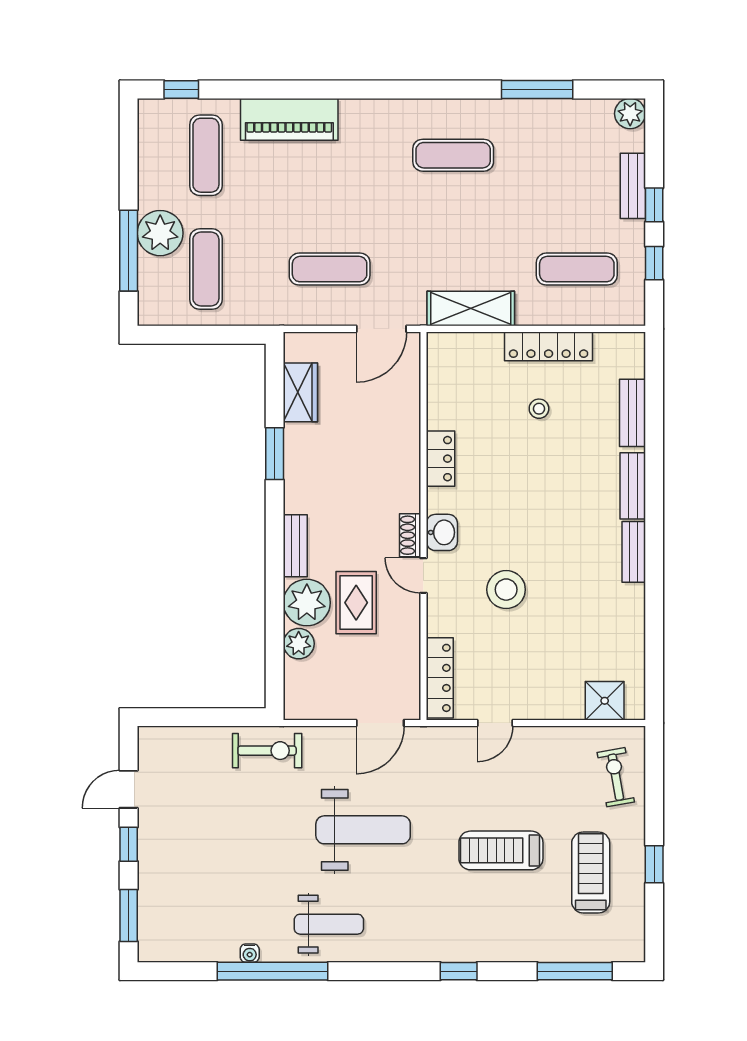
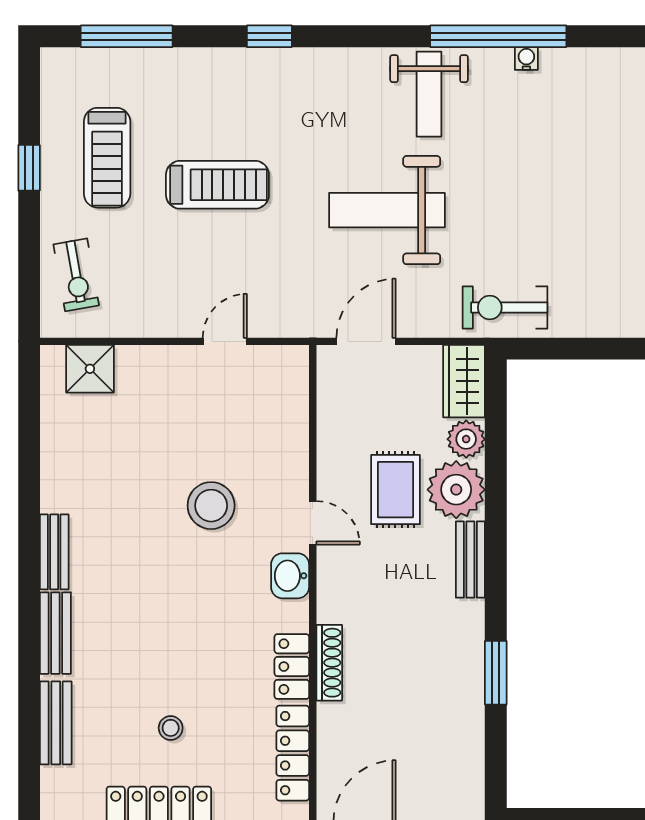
wardrobe: (300, 392) -> (464, 381), moved
shoe rack: (410, 535) -> (329, 663), moved, width x1.43
locker: (440, 678) -> (293, 753), moved
weight bench: (329, 924) -> (429, 94), turned -90

